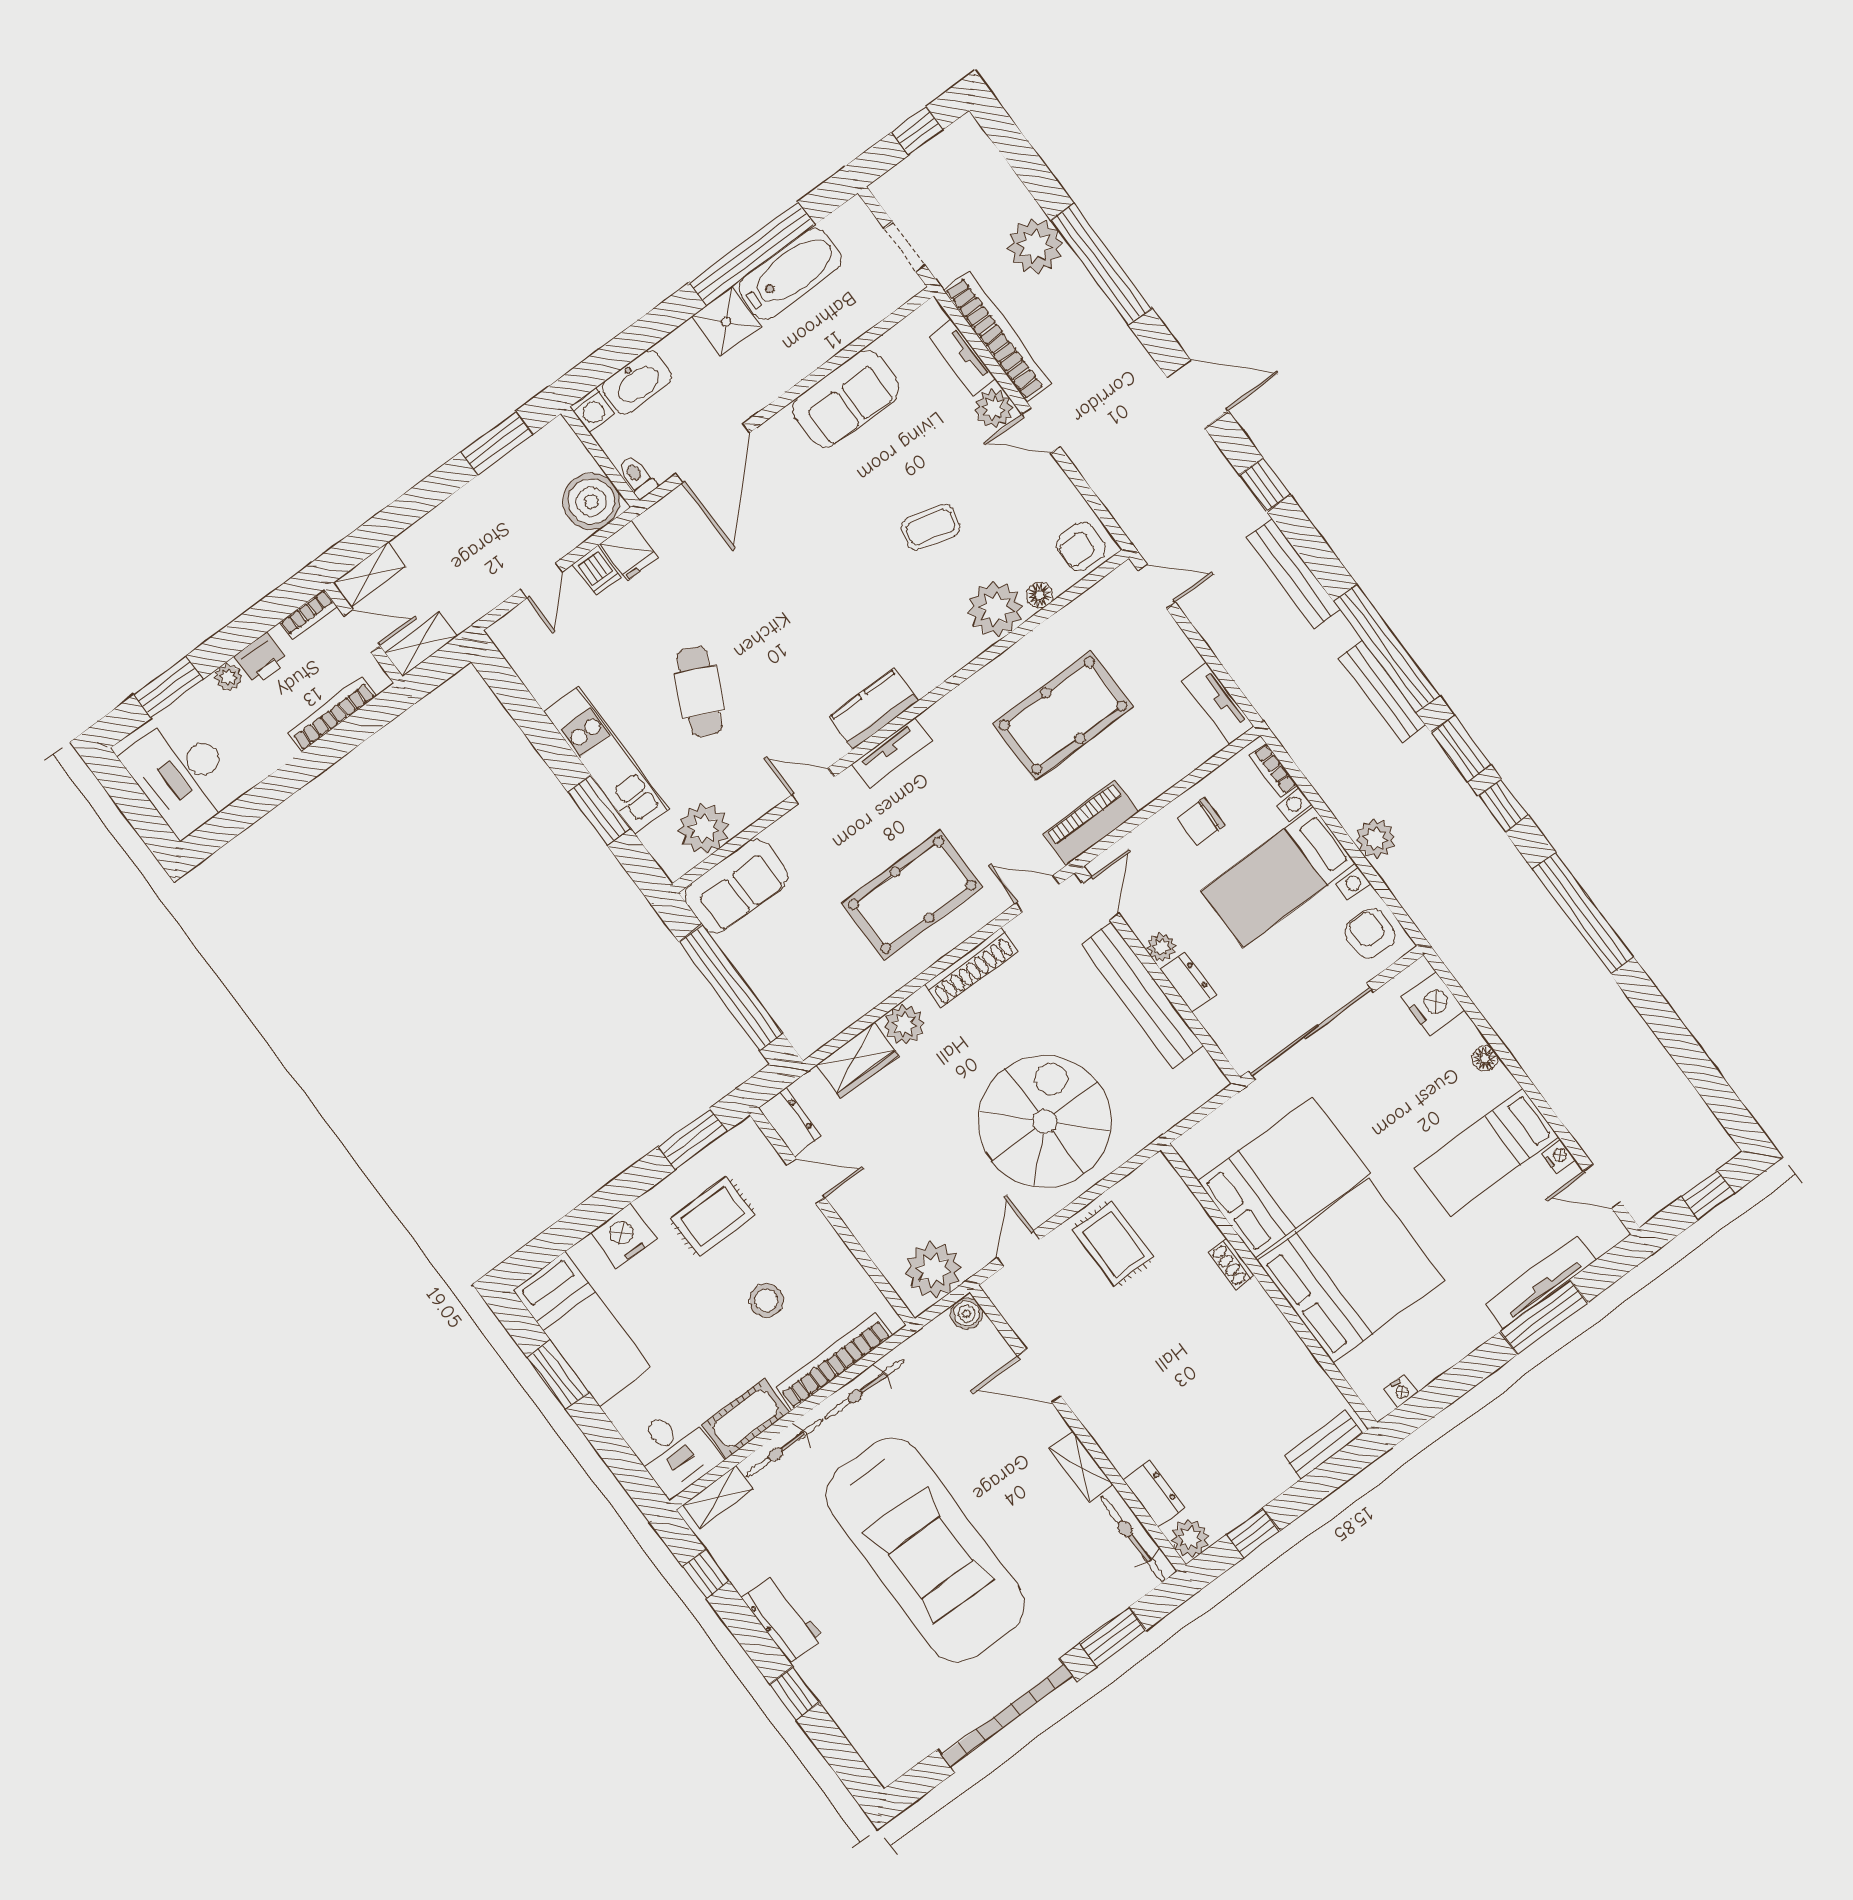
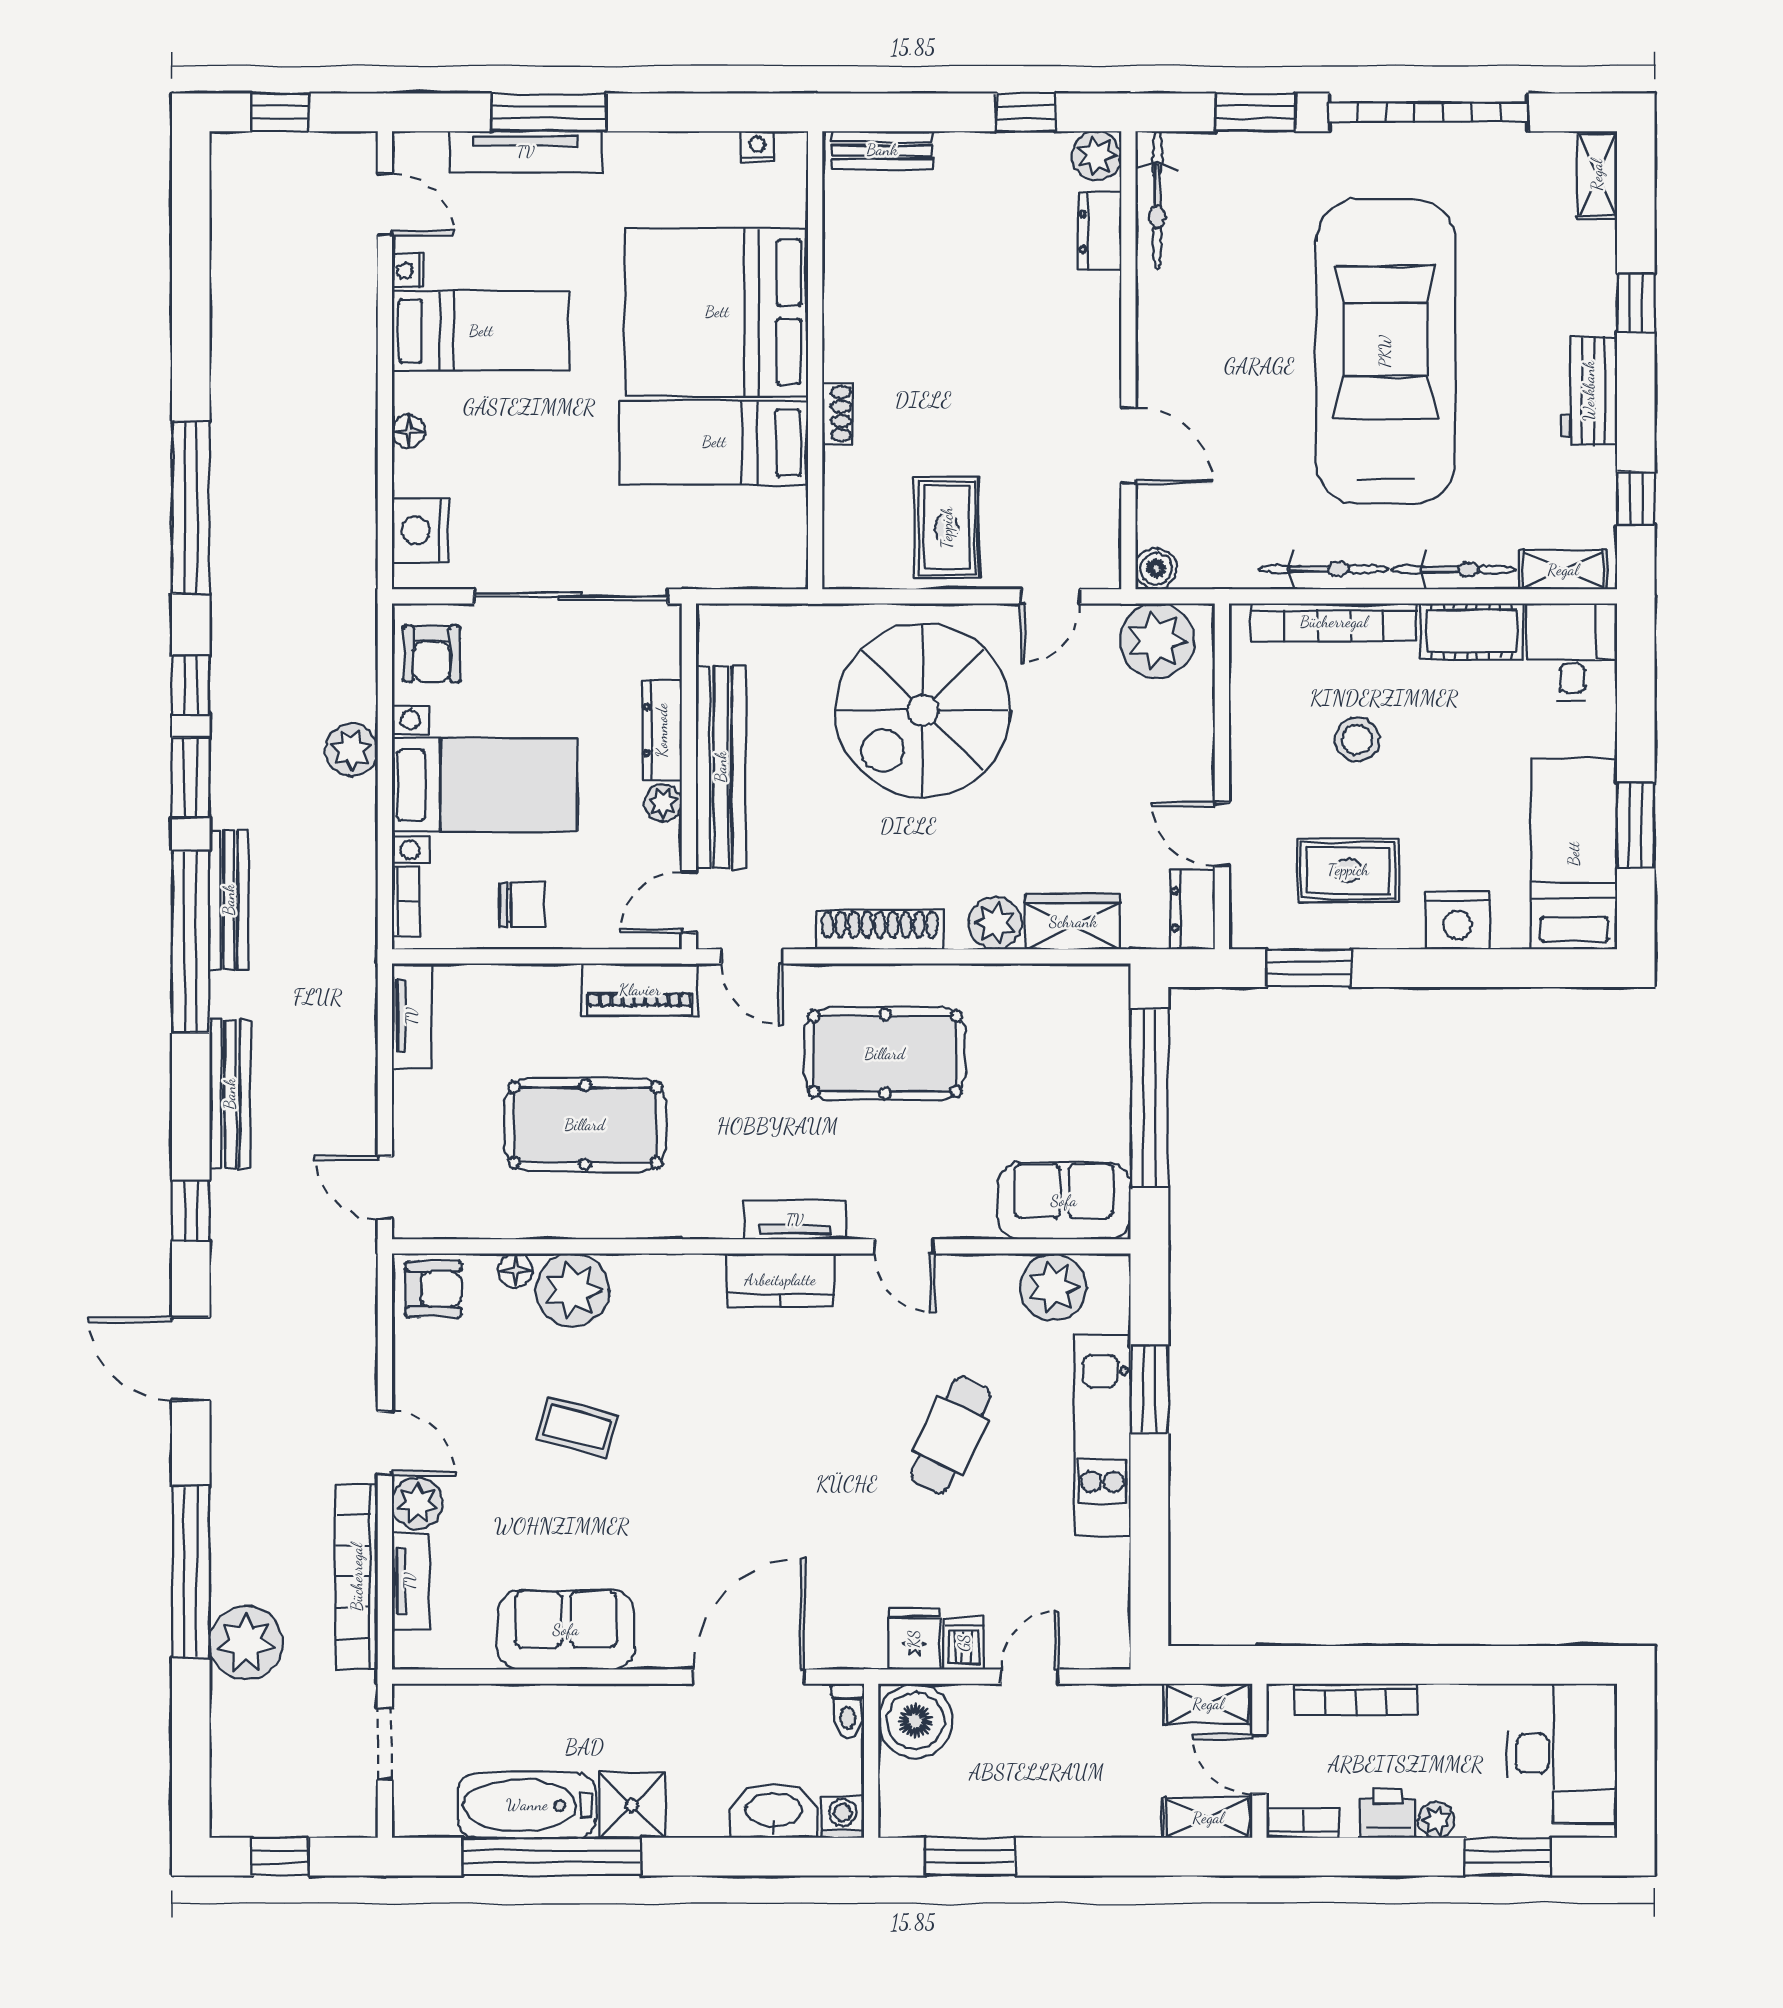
dresser: (1188, 982) -> (662, 730), width x1.44
bed: (1284, 1177) -> (714, 442), width x0.67
shelving: (1081, 1467) -> (1597, 175), moved

